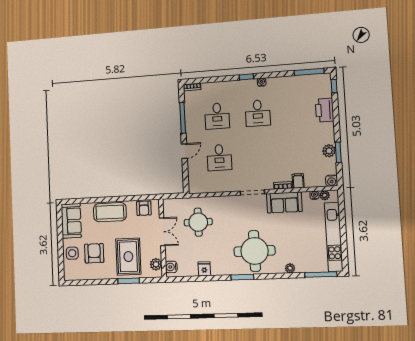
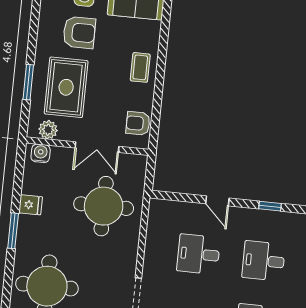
window: (183, 118) -> (270, 206), width x0.46
coffee table: (110, 212) -> (140, 67), width x0.54, depth x0.58
round table: (198, 222) -> (104, 206), width x1.36, depth x1.36
rug: (128, 257) -> (66, 87), turned 90
window: (242, 277) -> (13, 231), moved

